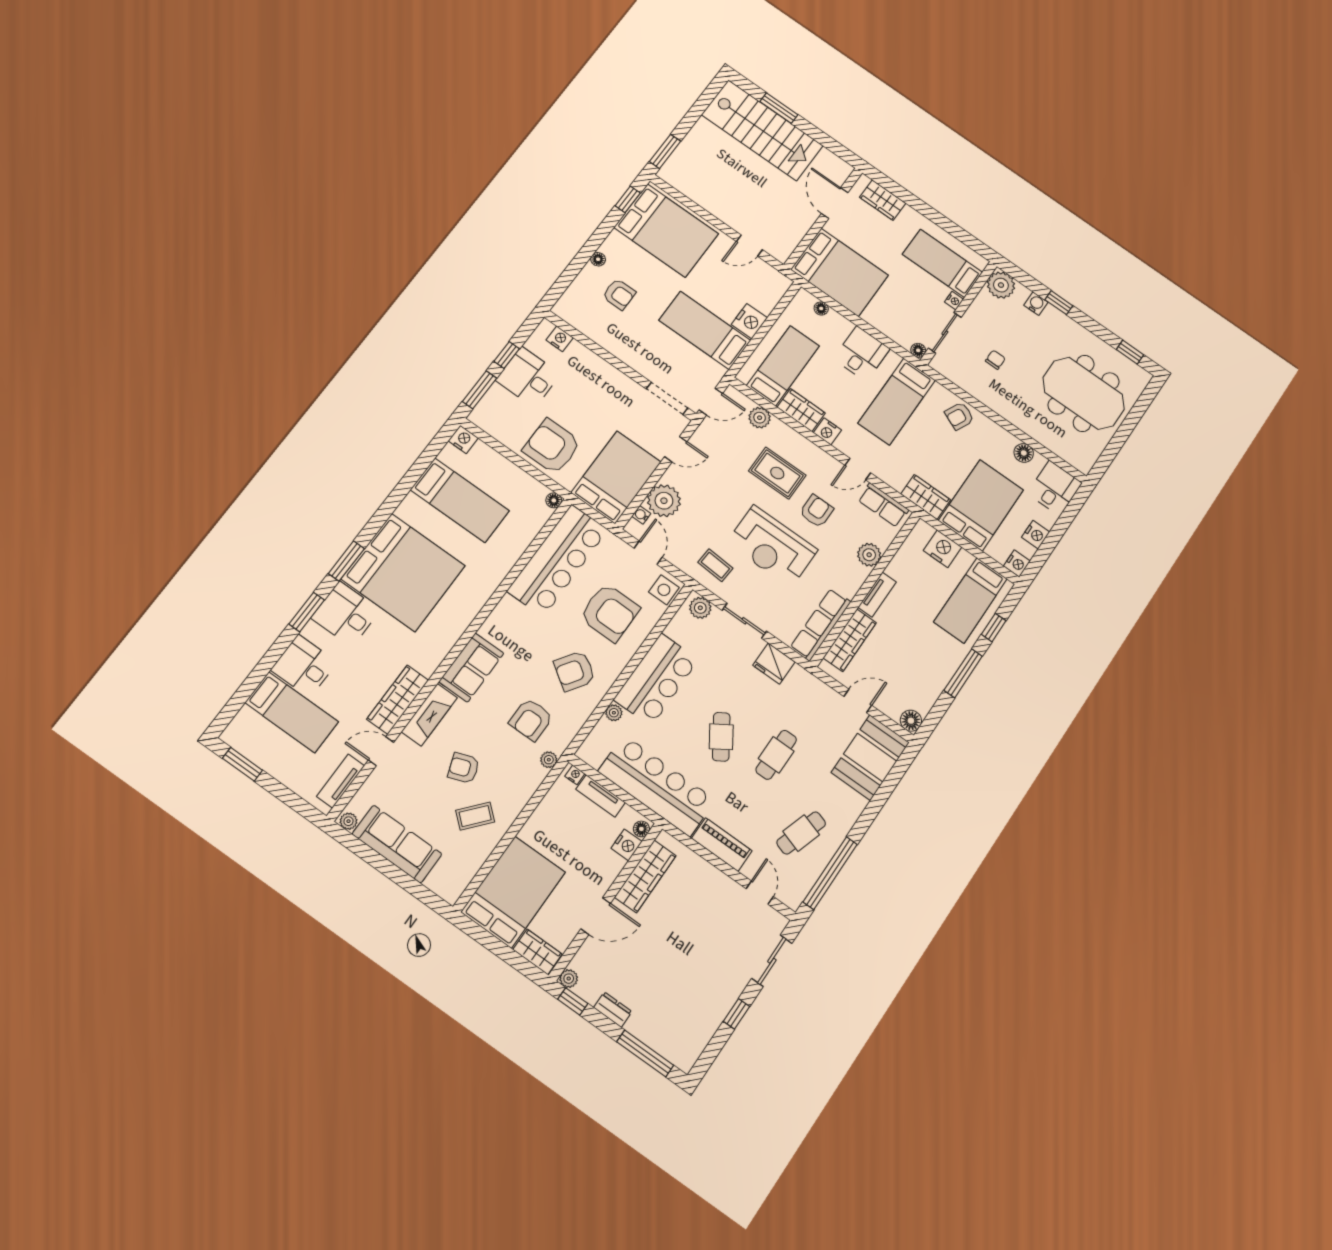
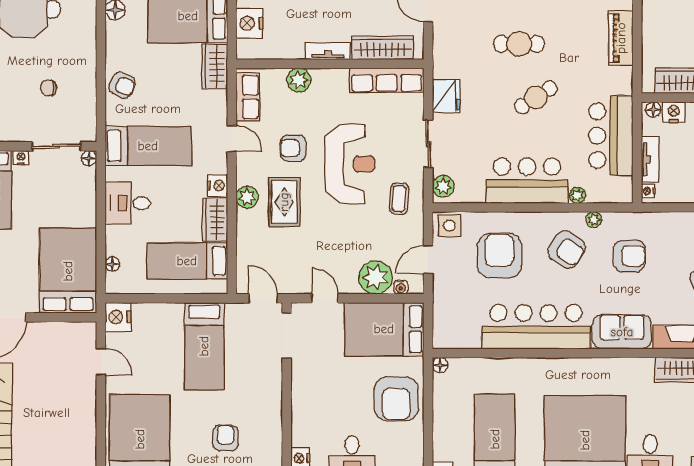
nightstand: (749, 321) -> (118, 317), moved, turned -90
plant: (760, 418) -> (247, 197), moved
bar counter: (558, 560) -> (536, 327), moved
plant: (549, 760) -> (594, 220), moved
bar counter: (657, 786) -> (611, 136), width x0.73

